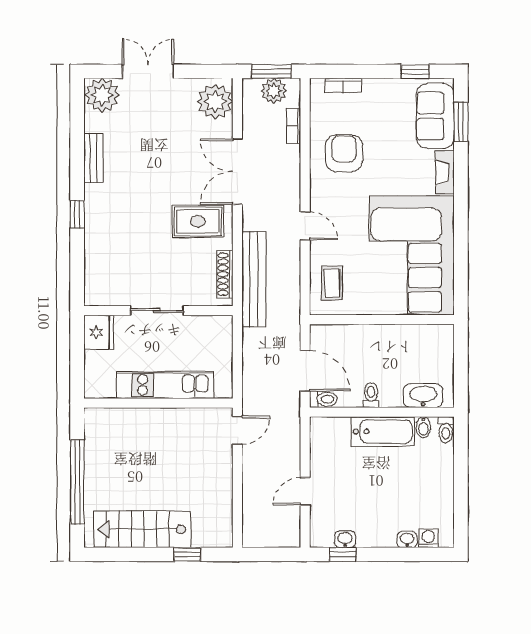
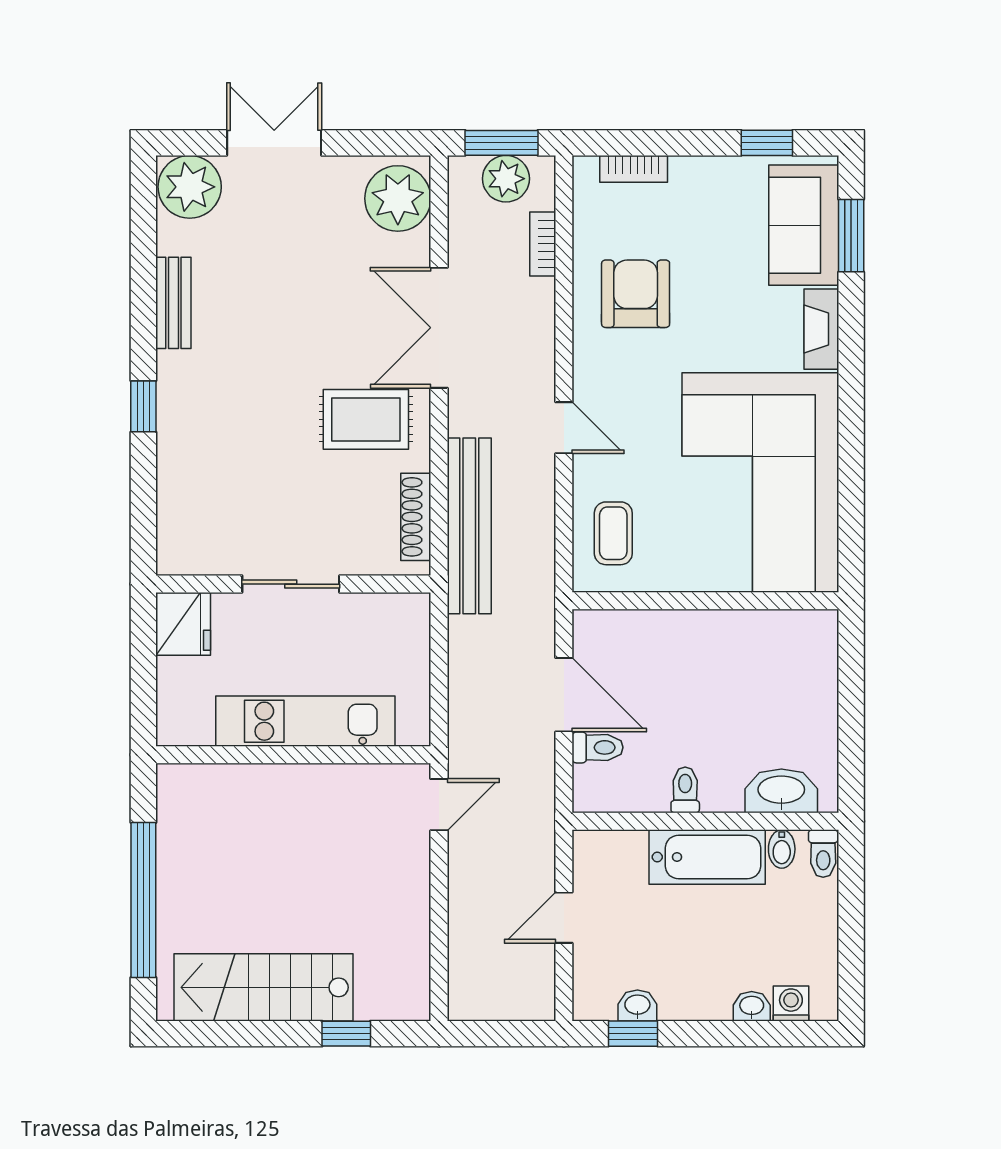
toilet: (371, 395) -> (685, 790), moved
washbasin: (423, 396) -> (781, 791), moved
wall: (382, 412) -> (705, 821), moved
bidet: (423, 427) -> (782, 849), moved
toilet: (446, 430) -> (823, 854), moved
bathtub: (383, 432) -> (707, 857), moved

